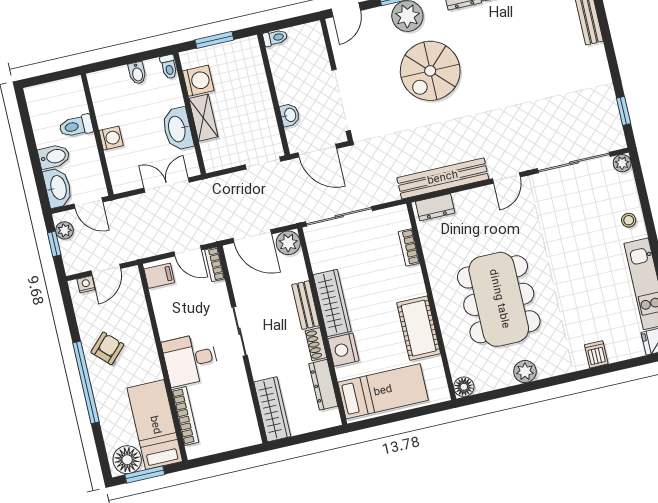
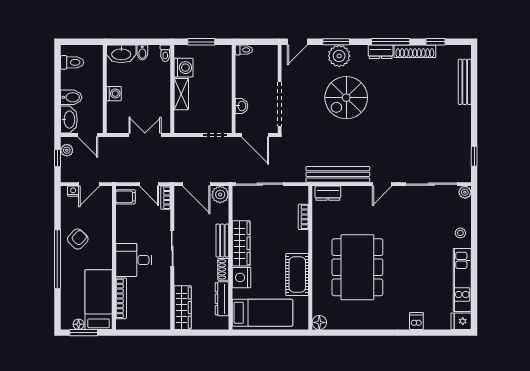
toilet: (76, 126) -> (72, 62), moved, turned 180
washbasin: (178, 129) -> (121, 54), moved, turned -90
plant: (525, 372) -> (364, 322), removed
floor lamp: (127, 460) -> (79, 324), width x0.53, depth x0.53

